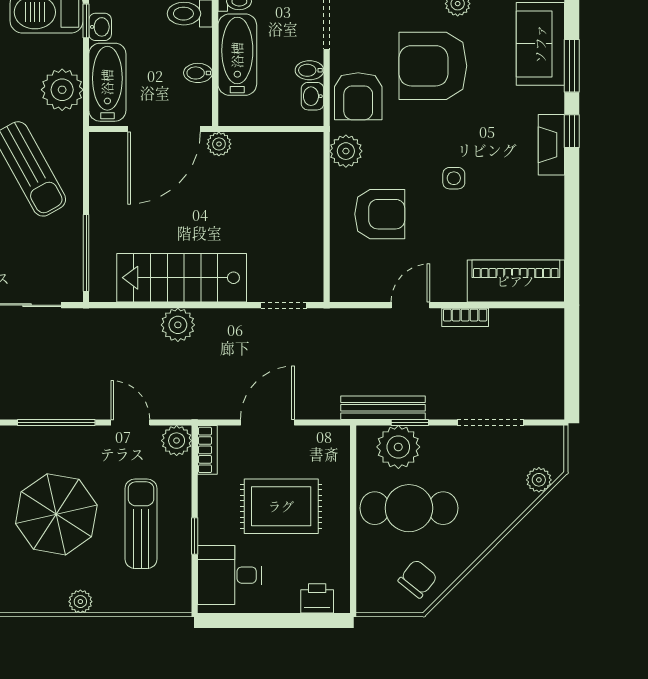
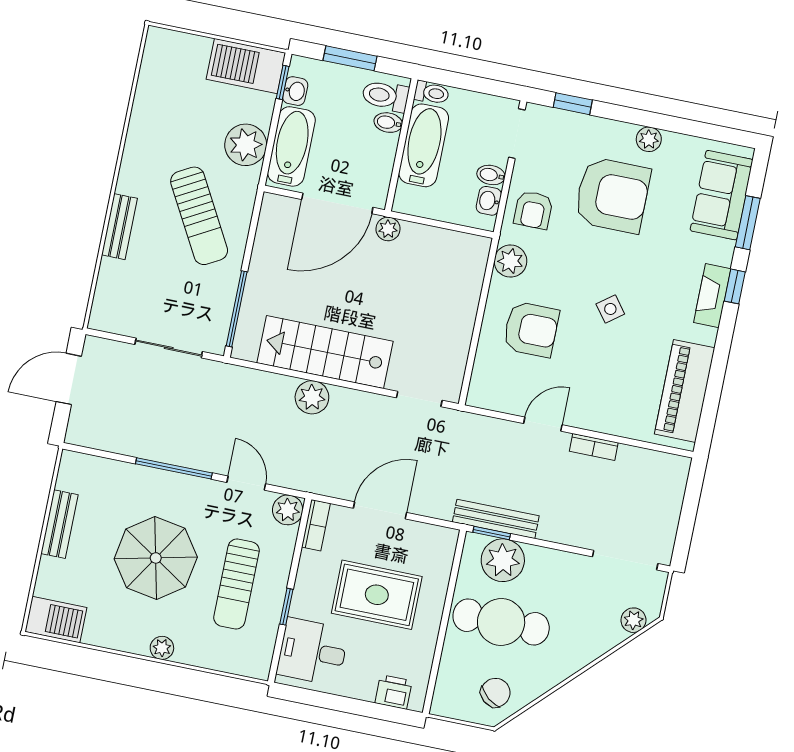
armchair: (433, 66) -> (612, 195), turned 180
bidet: (198, 73) -> (388, 123), moved
armchair: (358, 96) -> (533, 210), width x0.72, depth x0.72
side table: (454, 178) -> (610, 309), turned -37
piano: (516, 281) -> (685, 391), moved, turned -90
window: (410, 422) -> (492, 533), moved
doorway: (491, 422) -> (625, 560), moved
sun lounger: (141, 524) -> (237, 584), turned 180

